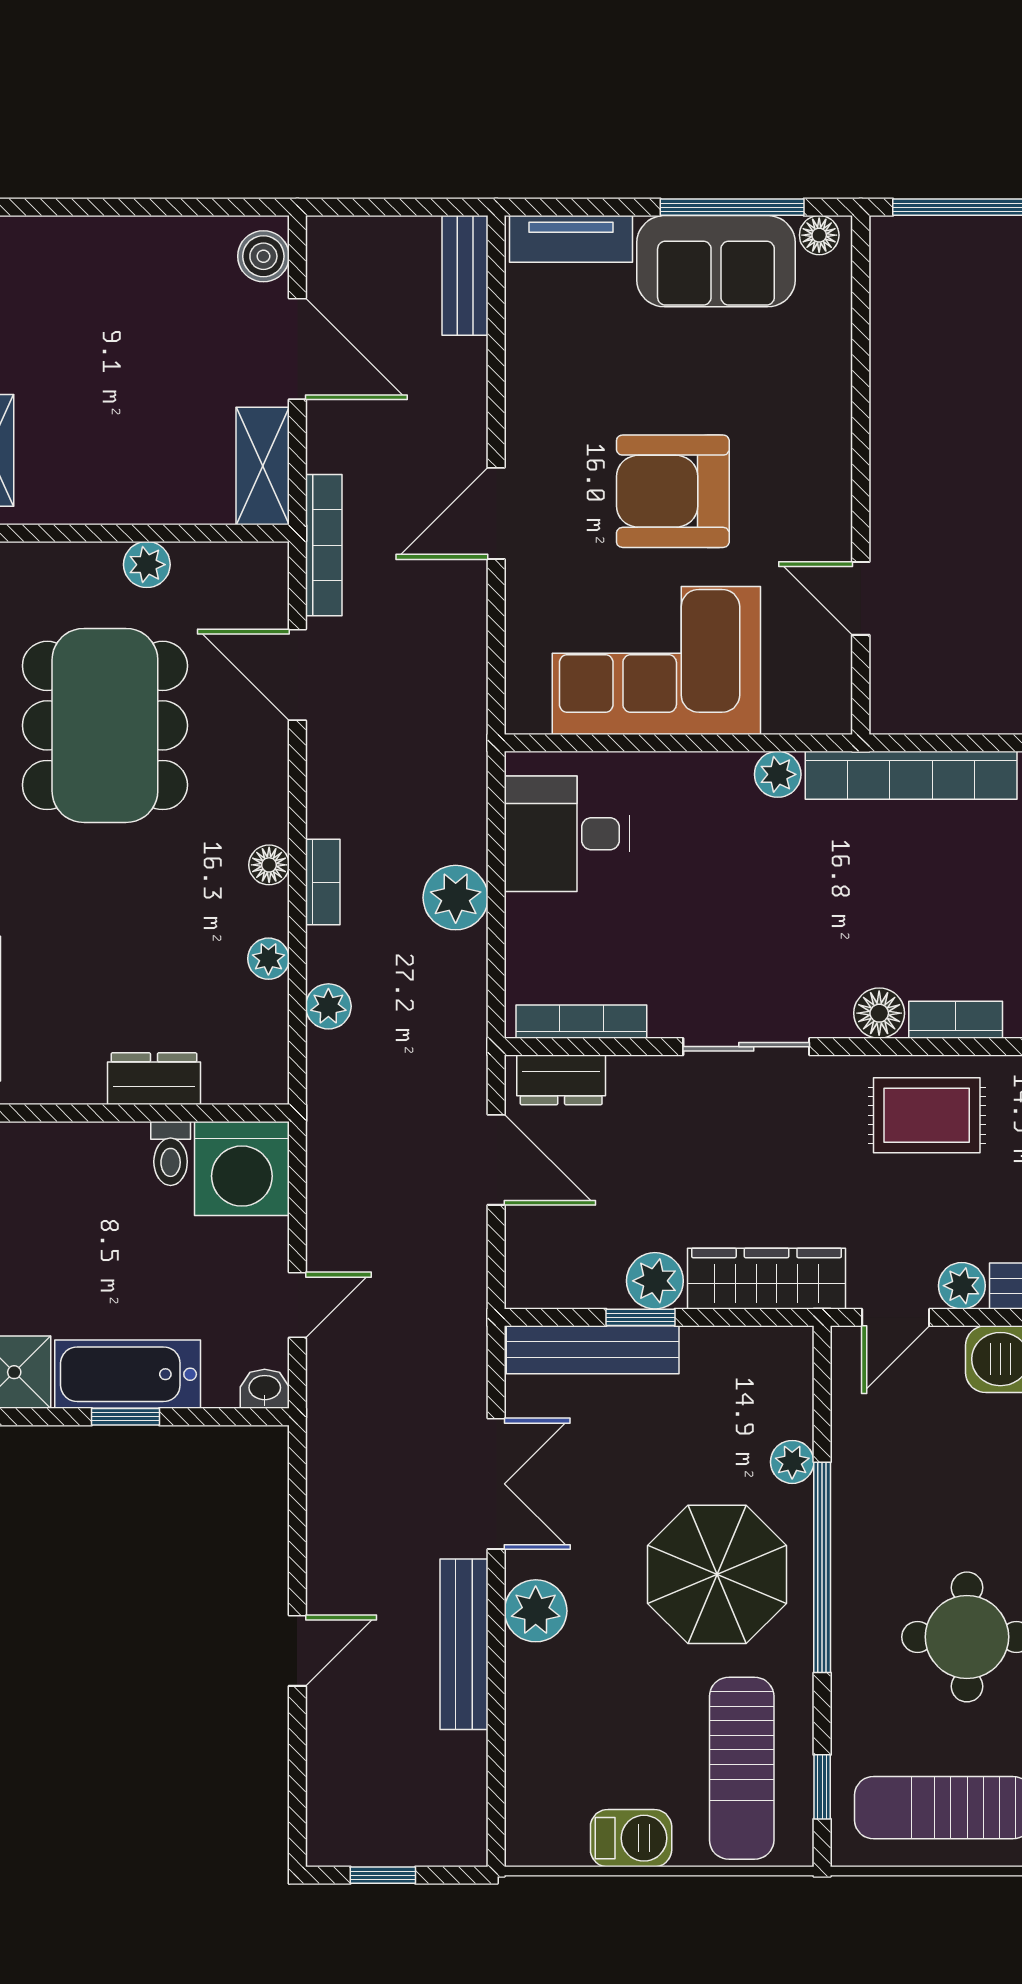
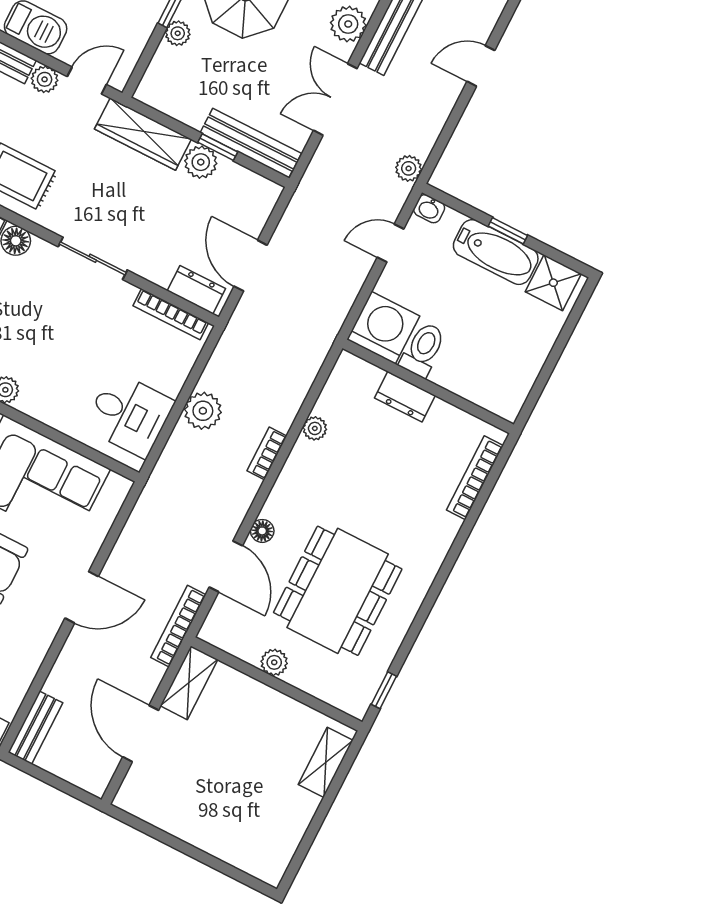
boiler: (263, 256) -> (134, 790), removed
floor lamp: (269, 865) -> (262, 531), moved
plant: (328, 1006) -> (409, 168), moved
toilet: (171, 1153) -> (423, 350), width x1.37, depth x1.39

